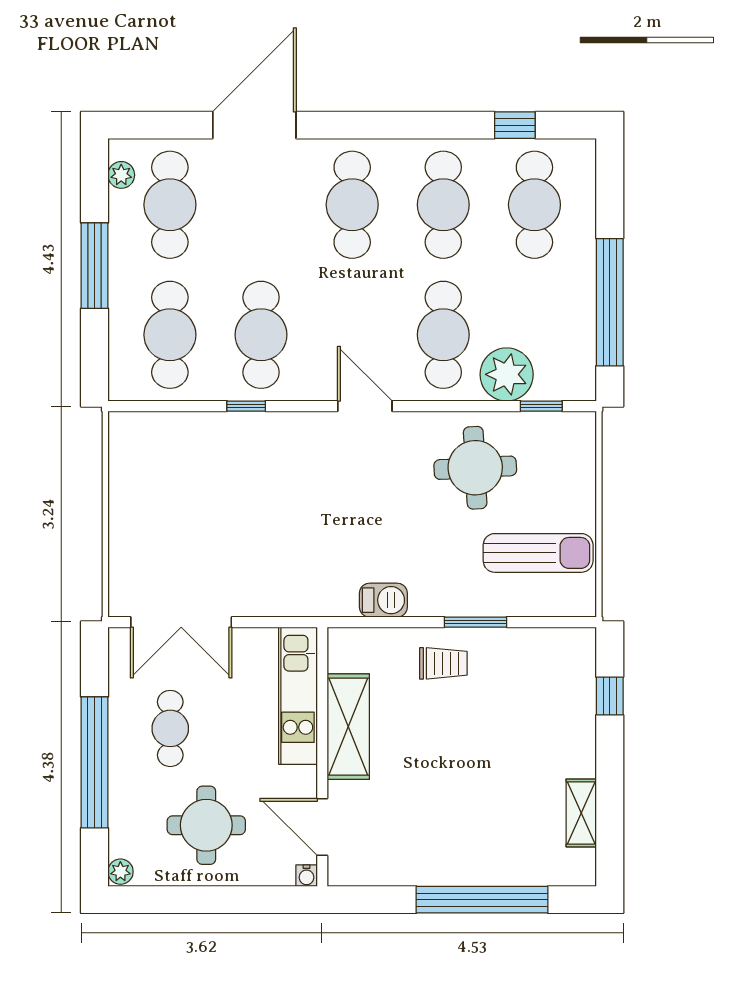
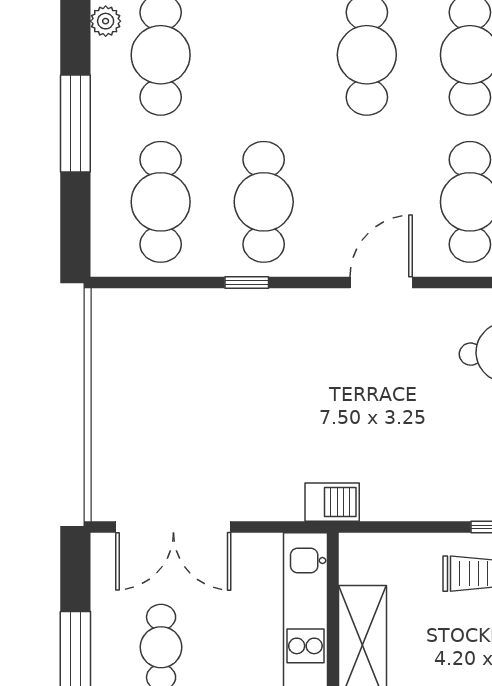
door: (365, 406) -> (381, 282), hinge flipped
barbecue: (383, 600) -> (332, 502), moved

